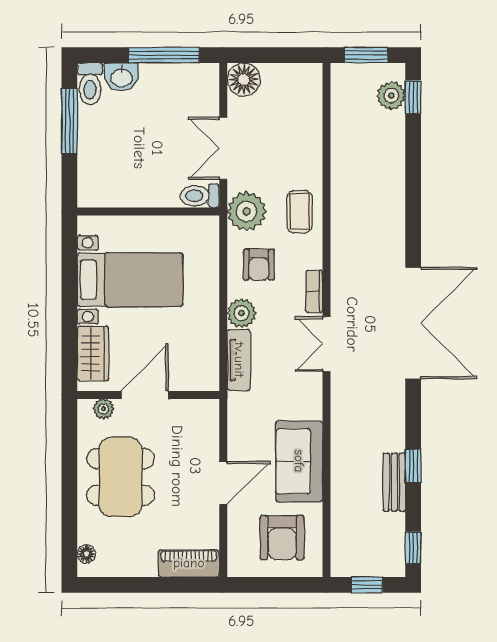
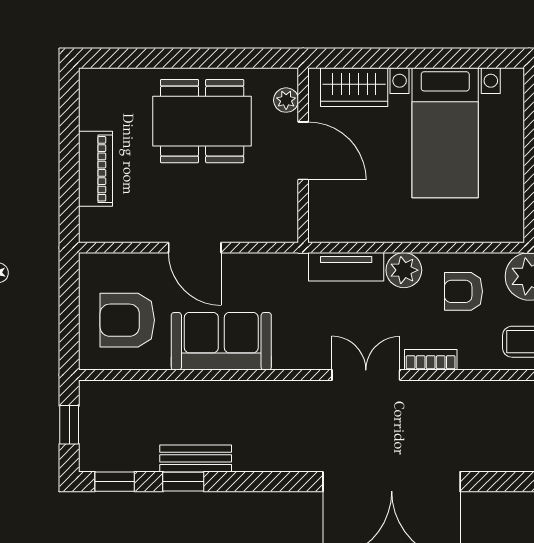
window: (413, 466) -> (183, 482), moved
floor lamp: (86, 554) -> (107, 79), removed
piano: (189, 563) -> (95, 169), moved

